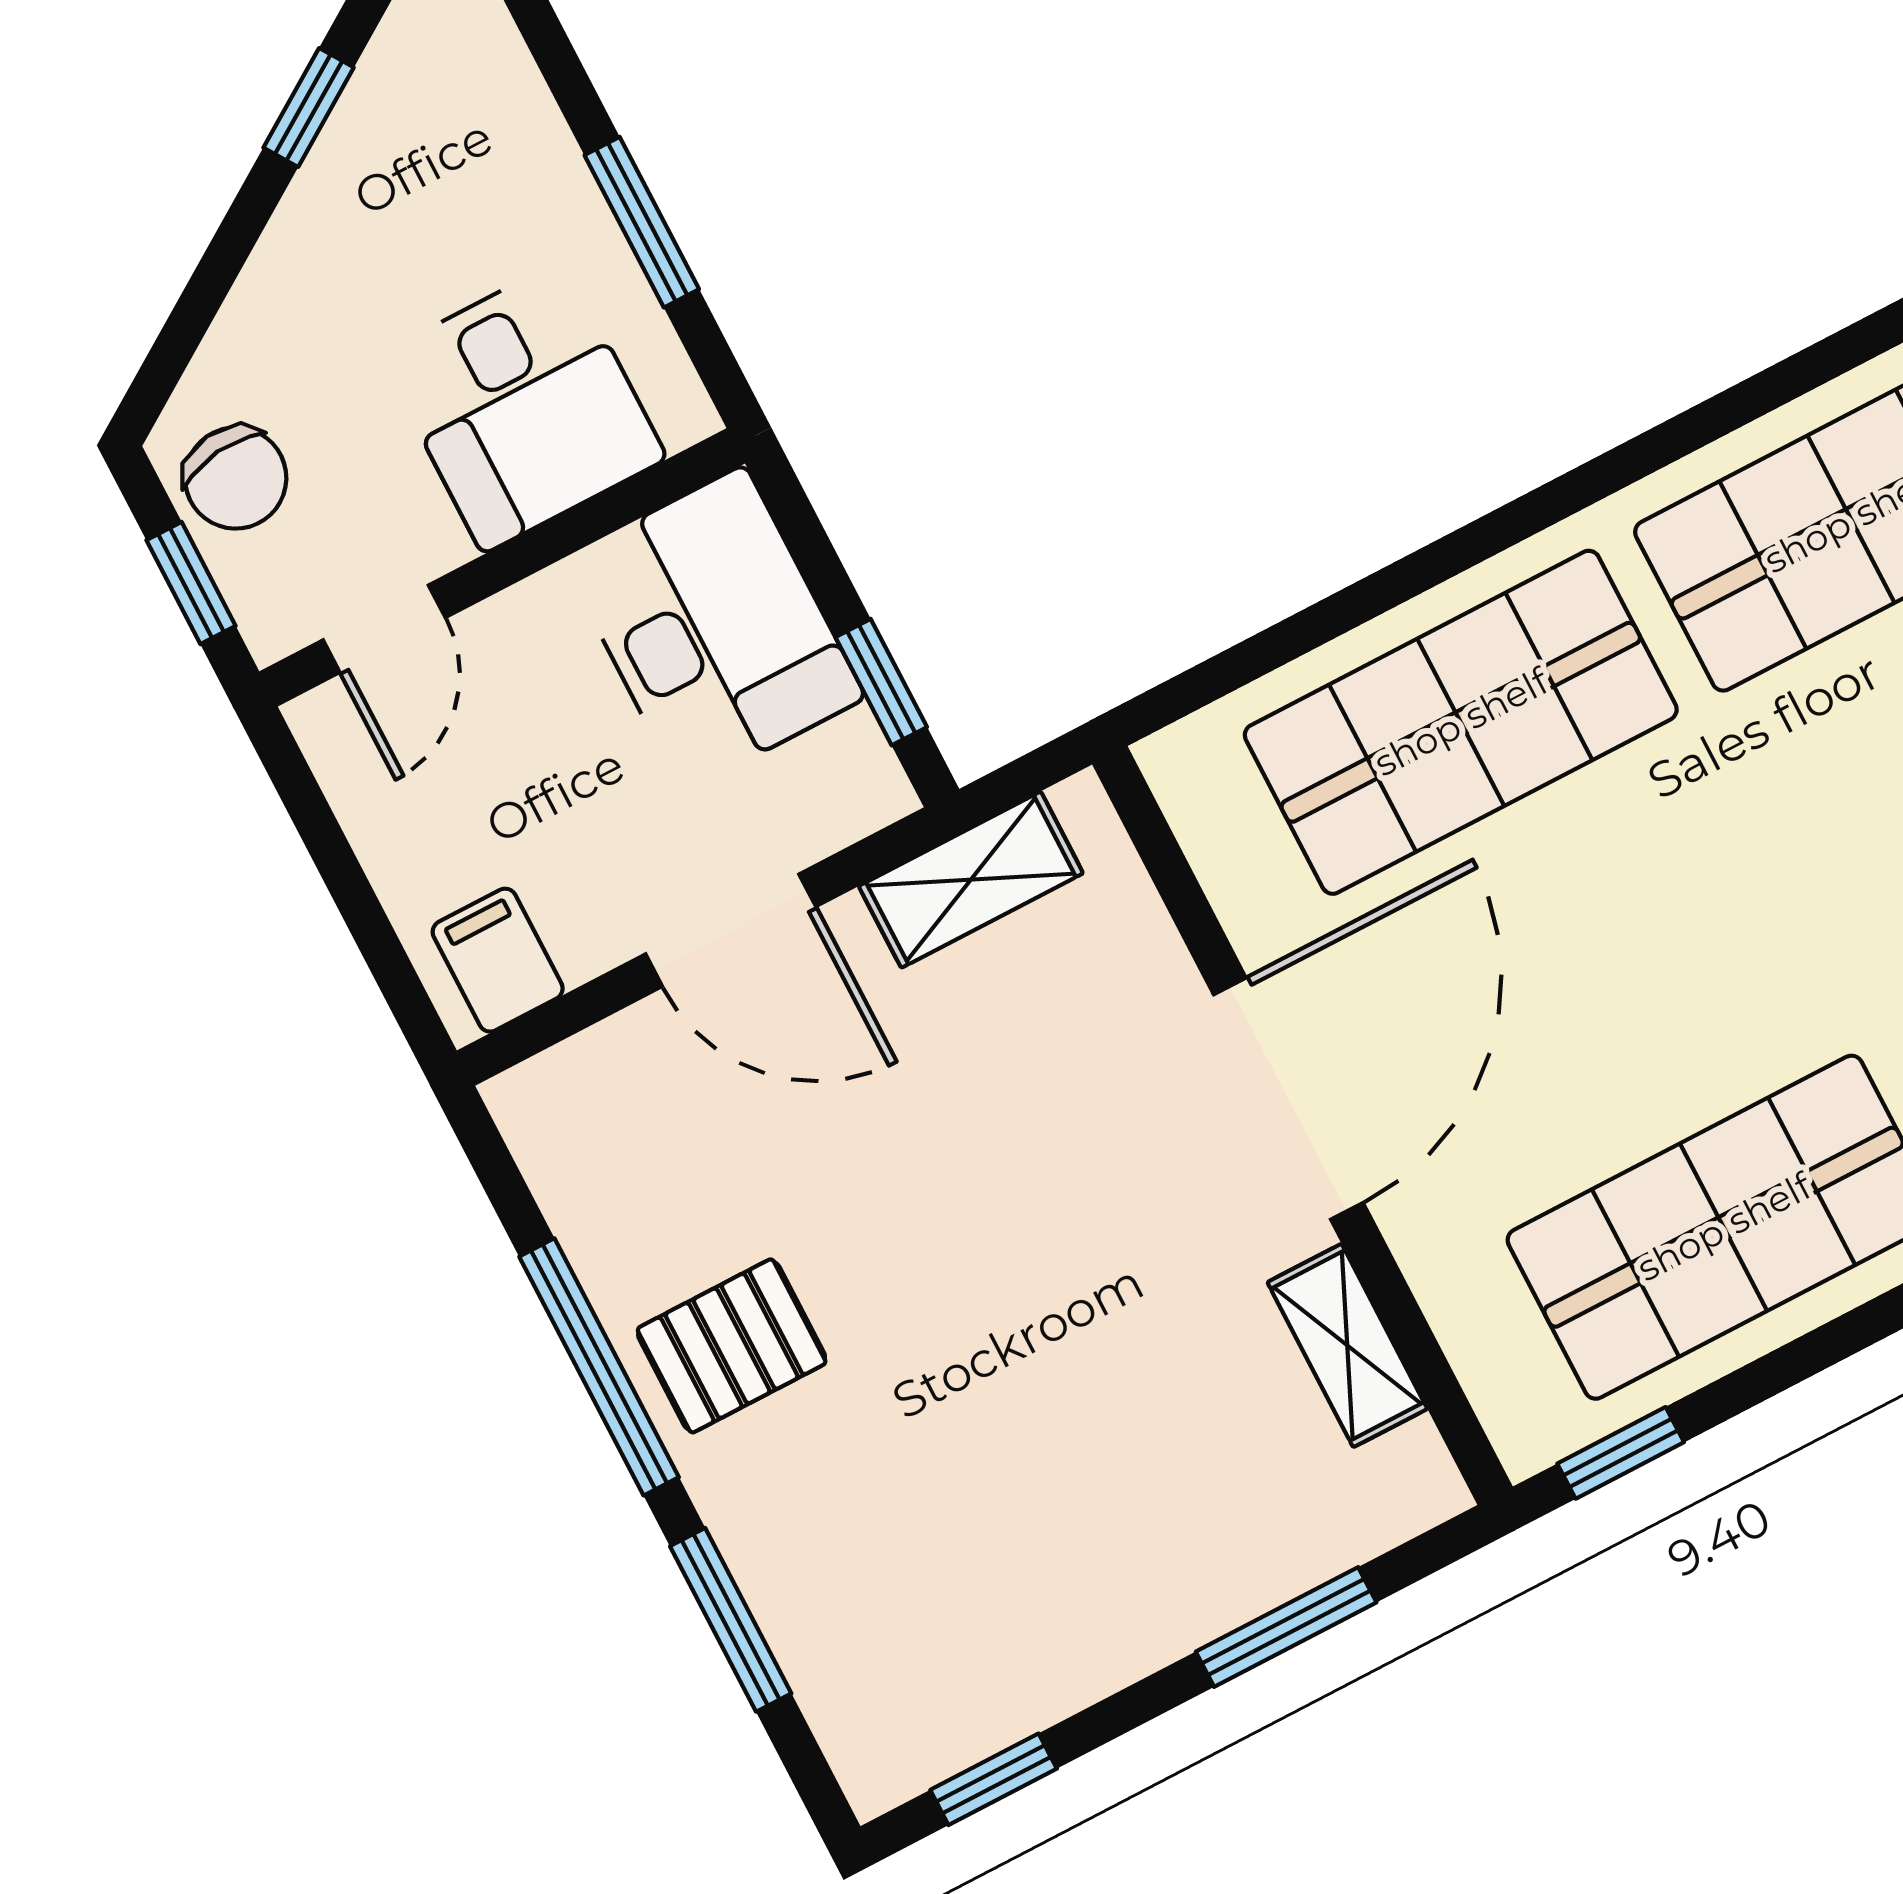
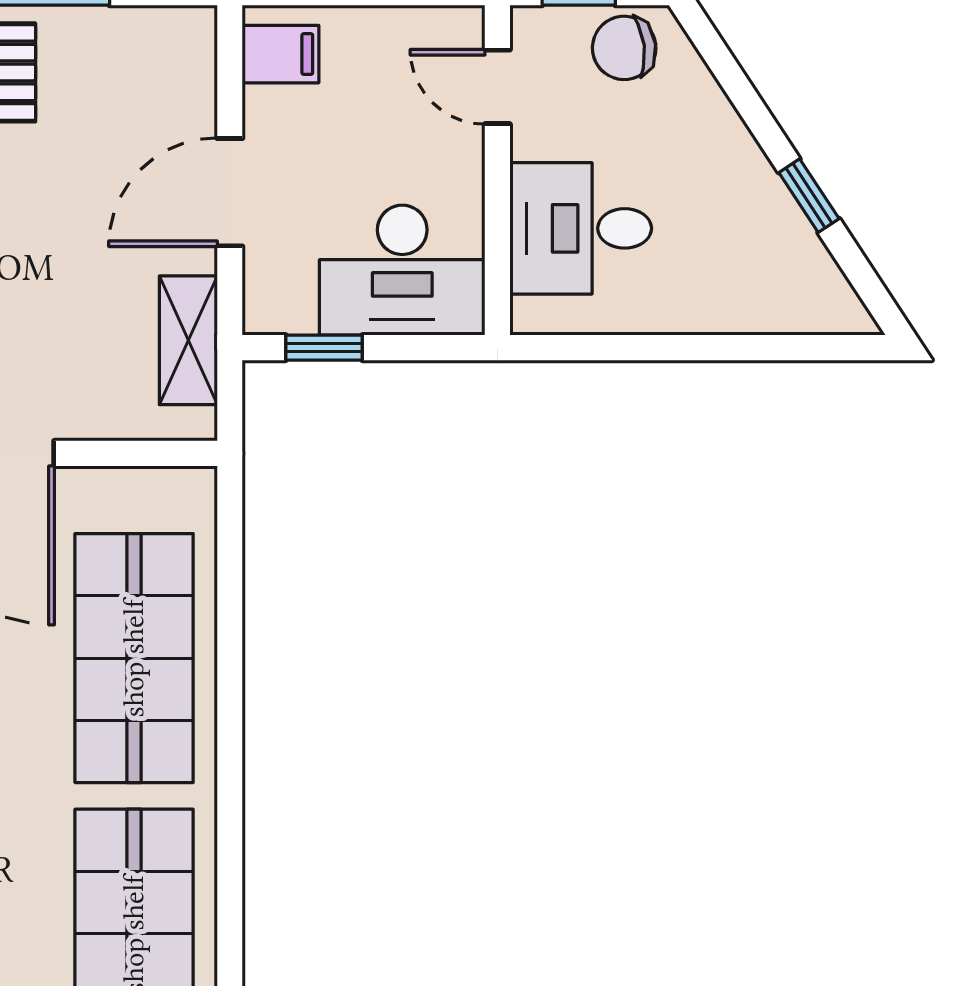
window: (642, 222) -> (649, 348), removed

